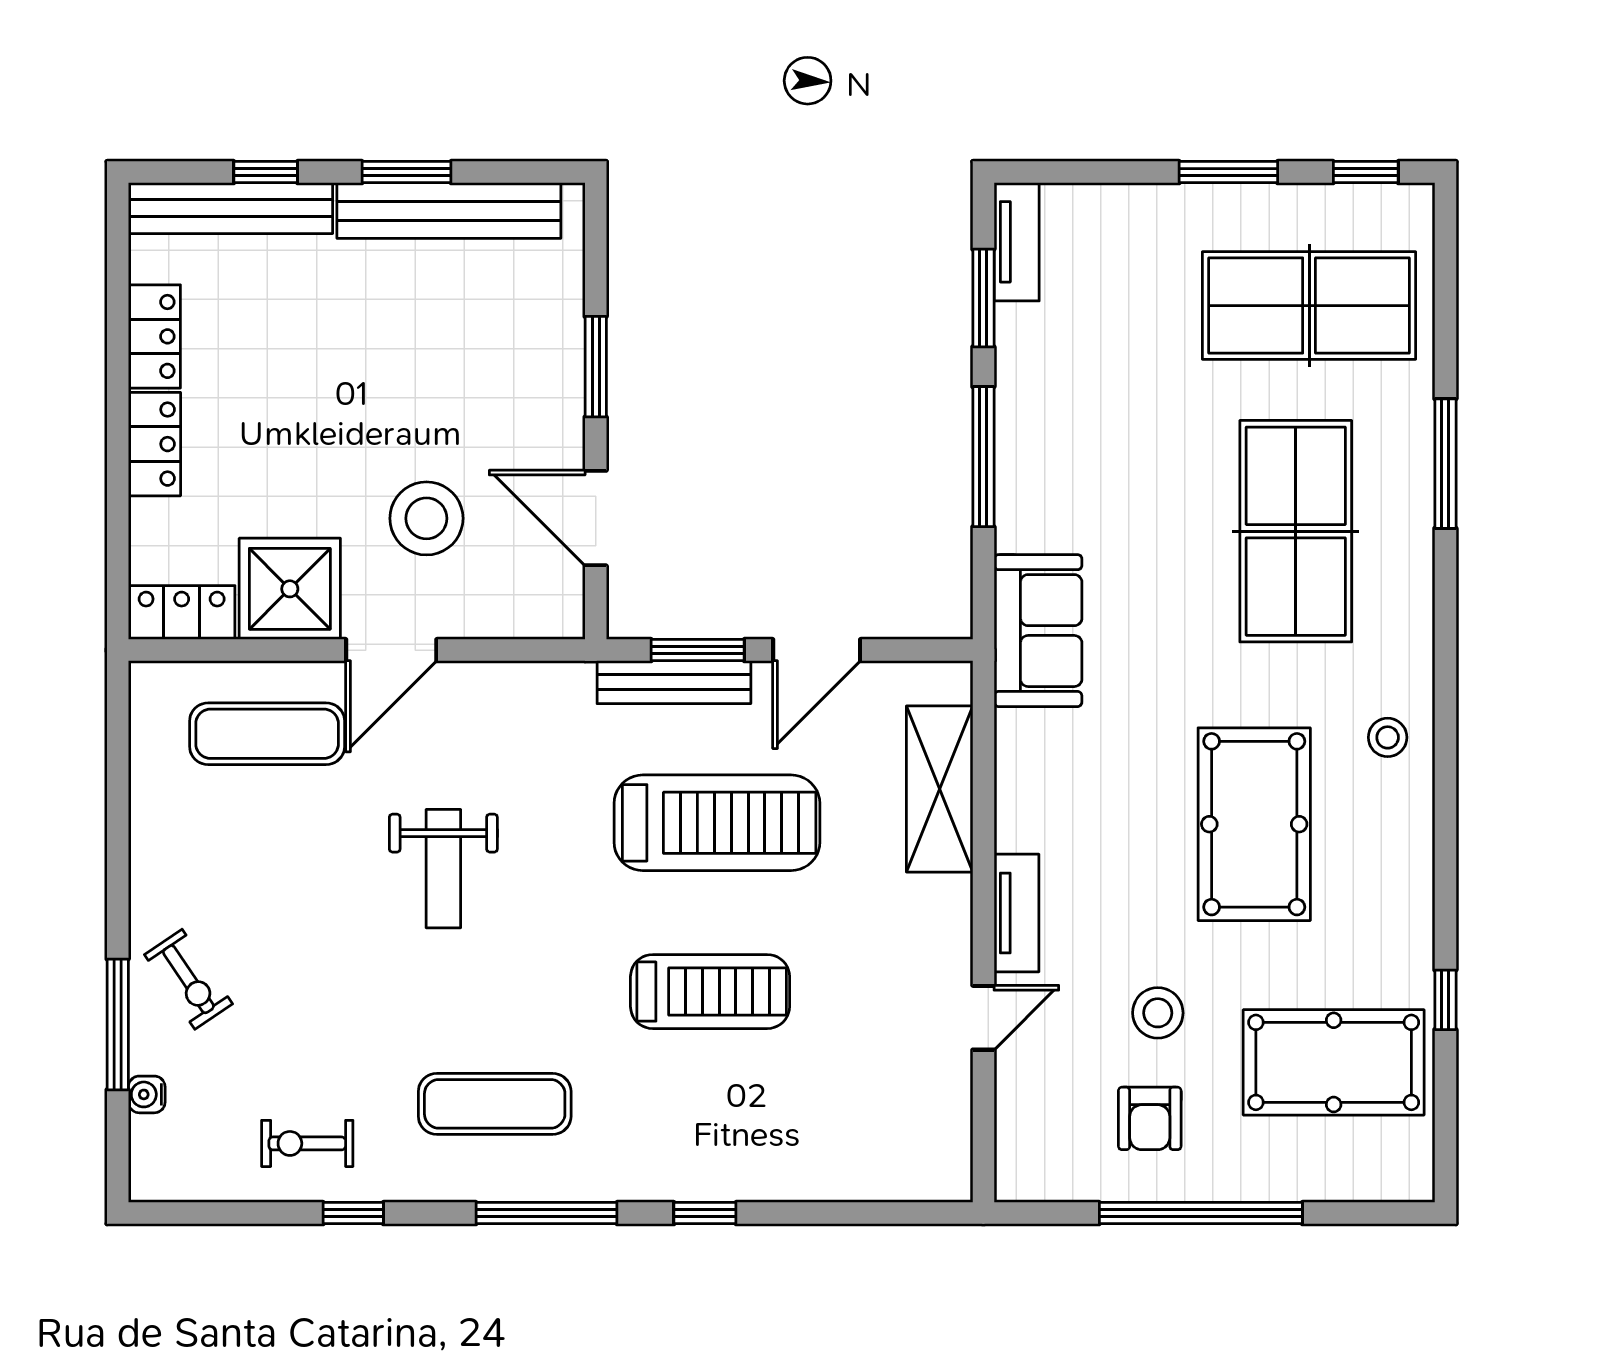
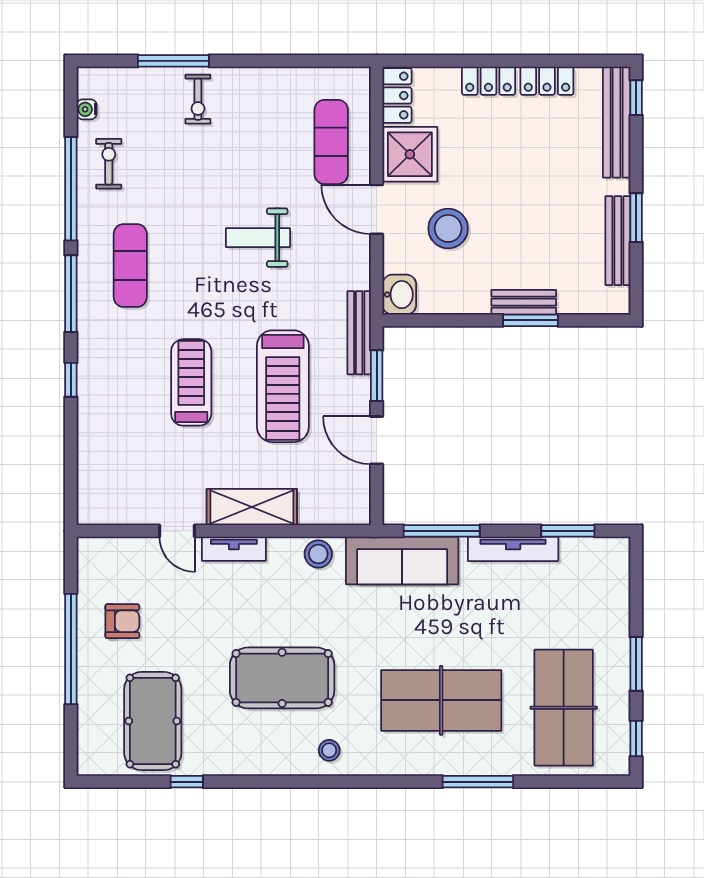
window: (266, 172) -> (636, 98), moved
bench: (449, 211) -> (618, 241), width x0.73, depth x0.82
tv unit: (1017, 242) -> (513, 549), moved, width x1.41
bench: (562, 379) -> (524, 302), added
window: (983, 457) -> (442, 531), moved
door: (596, 518) -> (448, 320), removed
washbasin: (548, 608) -> (399, 295), added
sofa: (1038, 631) -> (402, 560), width x1.36
bench: (674, 682) -> (359, 333), moved
shelving: (940, 789) -> (252, 507), moved
exercise bike: (188, 979) -> (198, 99), turned -56
treadmill: (710, 992) -> (191, 382), turned 180
stool: (1158, 1013) -> (318, 554), moved
water cooler: (147, 1094) -> (87, 109), moved, turned -90
armchair: (1150, 1118) -> (122, 621), turned 180
window: (353, 1213) -> (71, 189), width x3.17

